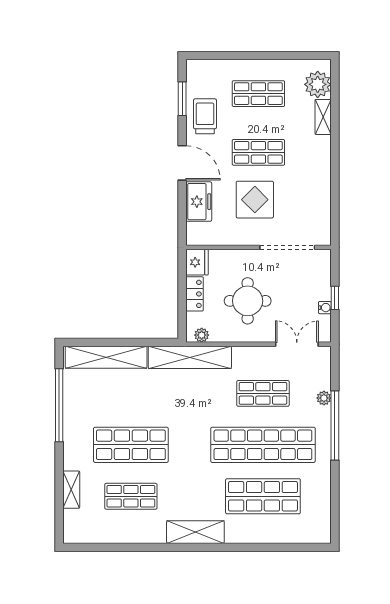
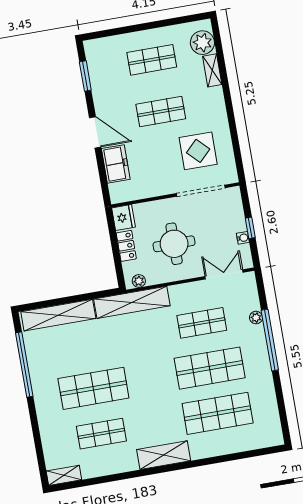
trolley: (205, 116) -> (108, 88), removed
display table: (255, 200) -> (198, 151), moved
shop shelf: (263, 445) -> (210, 368), width x0.71
shelving: (71, 490) -> (64, 475), moved, turned 90

